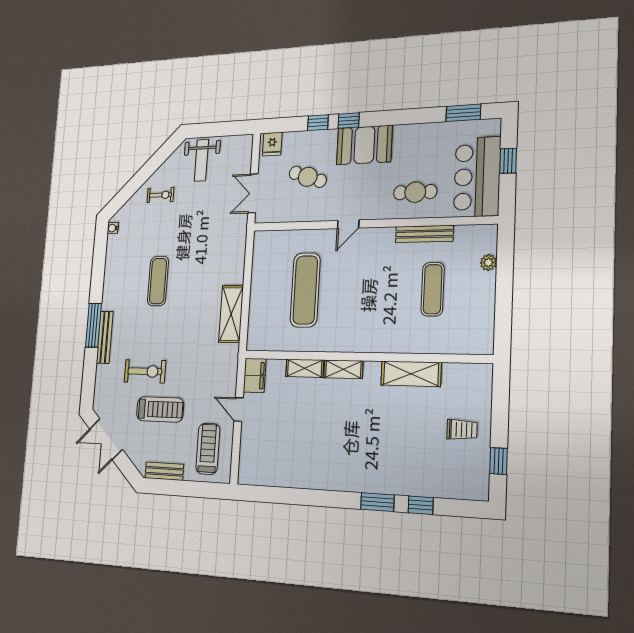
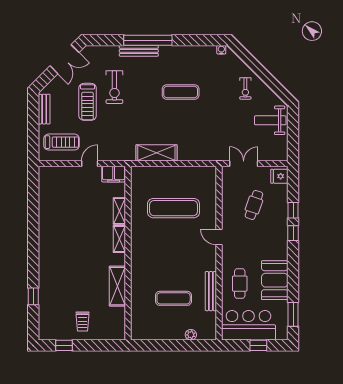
booth: (364, 145) -> (275, 280), moved
window: (93, 325) -> (148, 40), width x1.46
double door: (106, 439) -> (64, 59), swing flipped
window: (377, 502) -> (33, 267), removed

